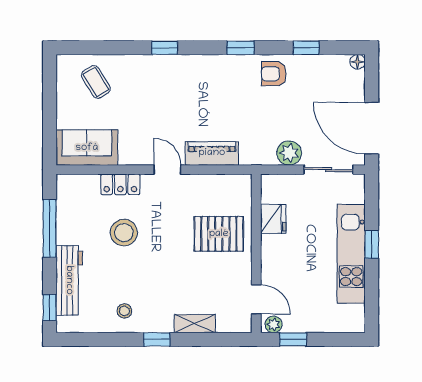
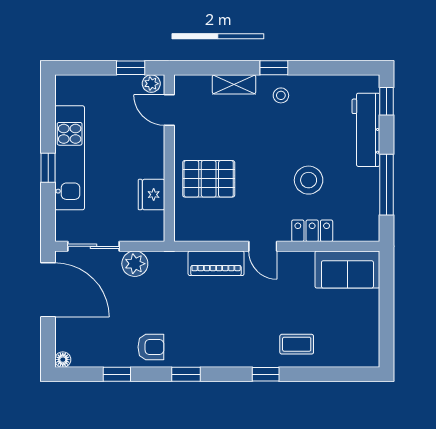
coffee table: (96, 82) -> (297, 344), moved, turned -59
stool: (124, 311) -> (281, 95), moved

